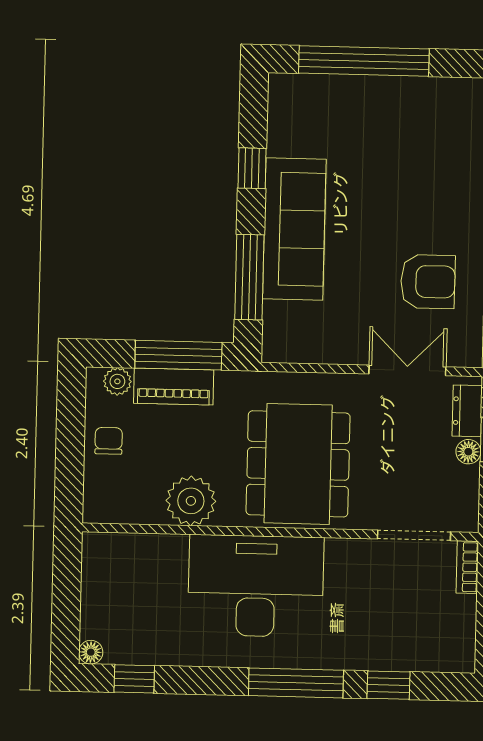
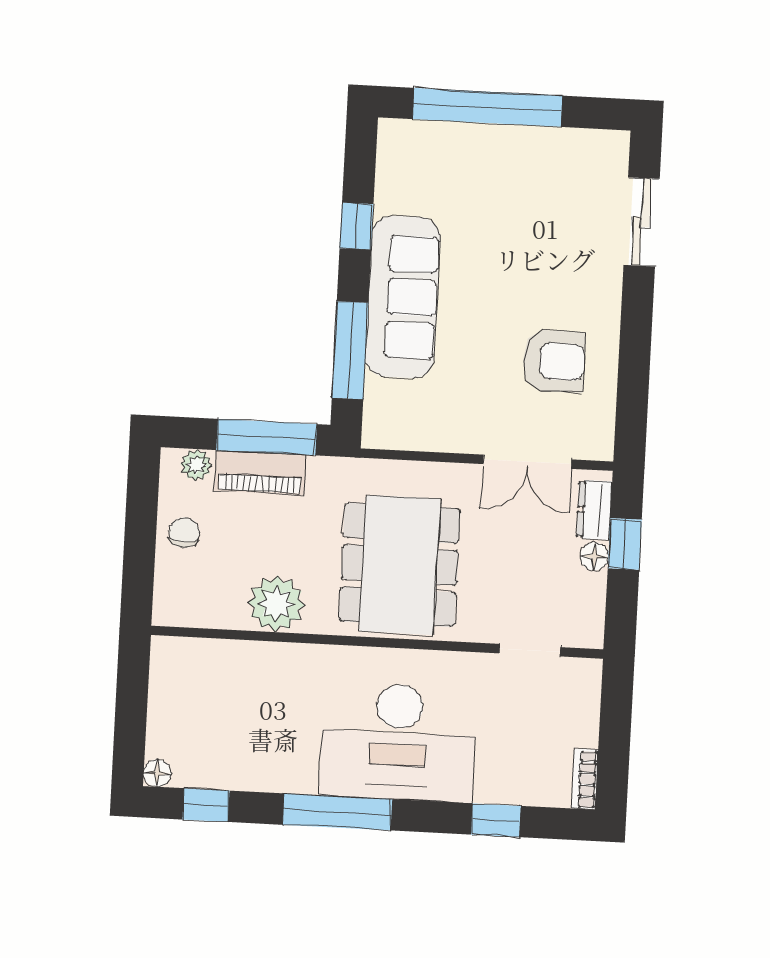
double door: (407, 370) -> (527, 462), swing flipped
doorway: (414, 535) -> (530, 650), width x0.73
bookcase: (467, 567) -> (585, 779), moved
desk: (256, 586) -> (398, 742), moved, turned 180
window: (296, 683) -> (337, 812), moved

